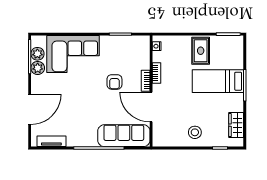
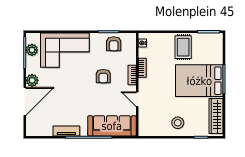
armchair: (126, 47) -> (114, 44), added
plant: (38, 68) -> (32, 80), moved
bed: (218, 81) -> (199, 81), width x1.50
door: (151, 107) -> (137, 99), width x0.53
wardrobe: (236, 125) -> (216, 116), width x1.50
tv unit: (51, 141) -> (66, 131), moved

